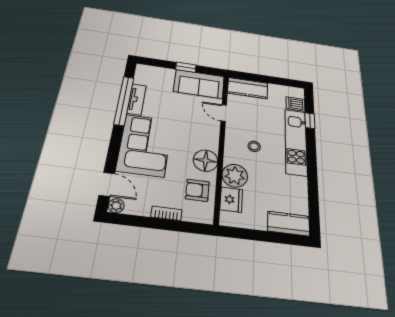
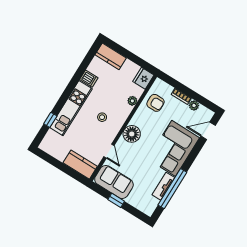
dishwasher: (295, 104) -> (89, 79), moved
floor lamp: (206, 161) -> (132, 134), moved
plant: (235, 176) -> (132, 101), width x0.53, depth x0.53
door: (107, 184) -> (208, 131), hinge flipped
fridge: (231, 200) -> (143, 78), moved
plant: (116, 206) -> (194, 105), moved

